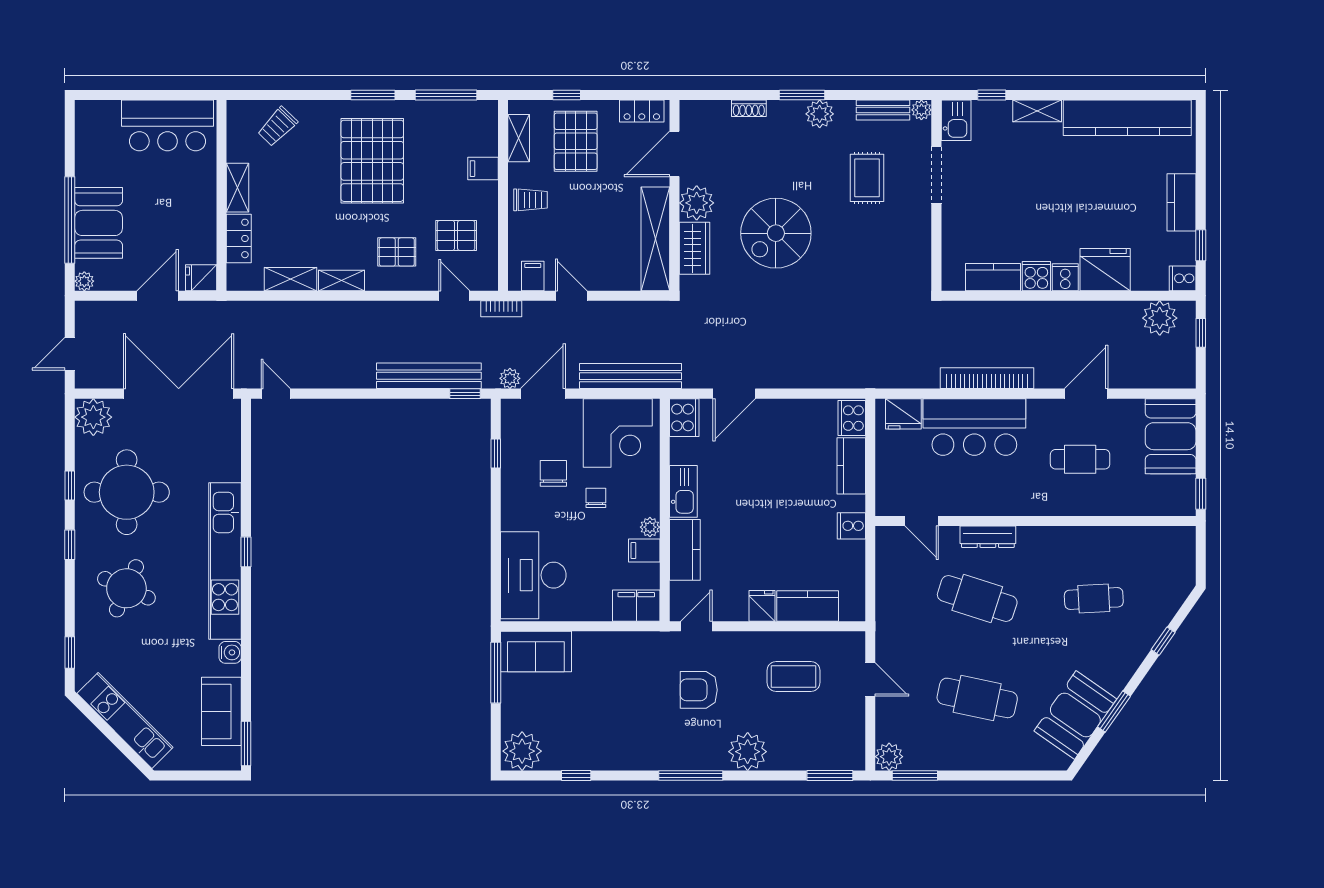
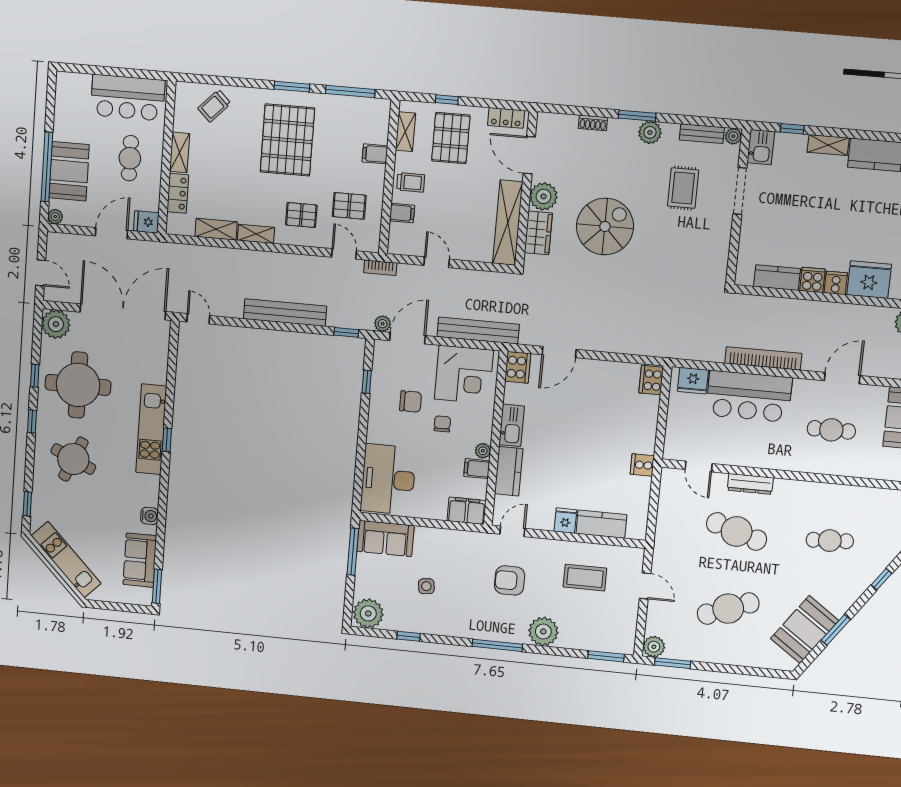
door: (674, 154) -> (529, 155), hinge flipped
cafe table: (175, 200) -> (130, 158), added
spiral stairs: (776, 233) -> (605, 226), turned 180
filing cabinet: (533, 276) -> (402, 213), moved, turned 90
door: (70, 354) -> (41, 273), swing flipped
bench: (429, 376) -> (285, 313), moved
kitchen counter: (851, 466) -> (647, 418), removed
chair: (553, 473) -> (411, 402), turned 90
kitchen unit: (225, 561) -> (151, 429), width x0.73
cafe table: (977, 698) -> (728, 609), turned -33
side table: (593, 708) -> (426, 586), added

